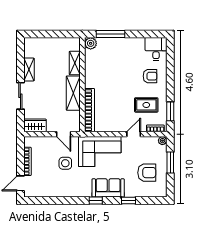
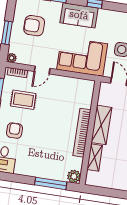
armchair: (150, 76) -> (14, 131), turned 90
bookcase: (90, 110) -> (82, 133), moved

